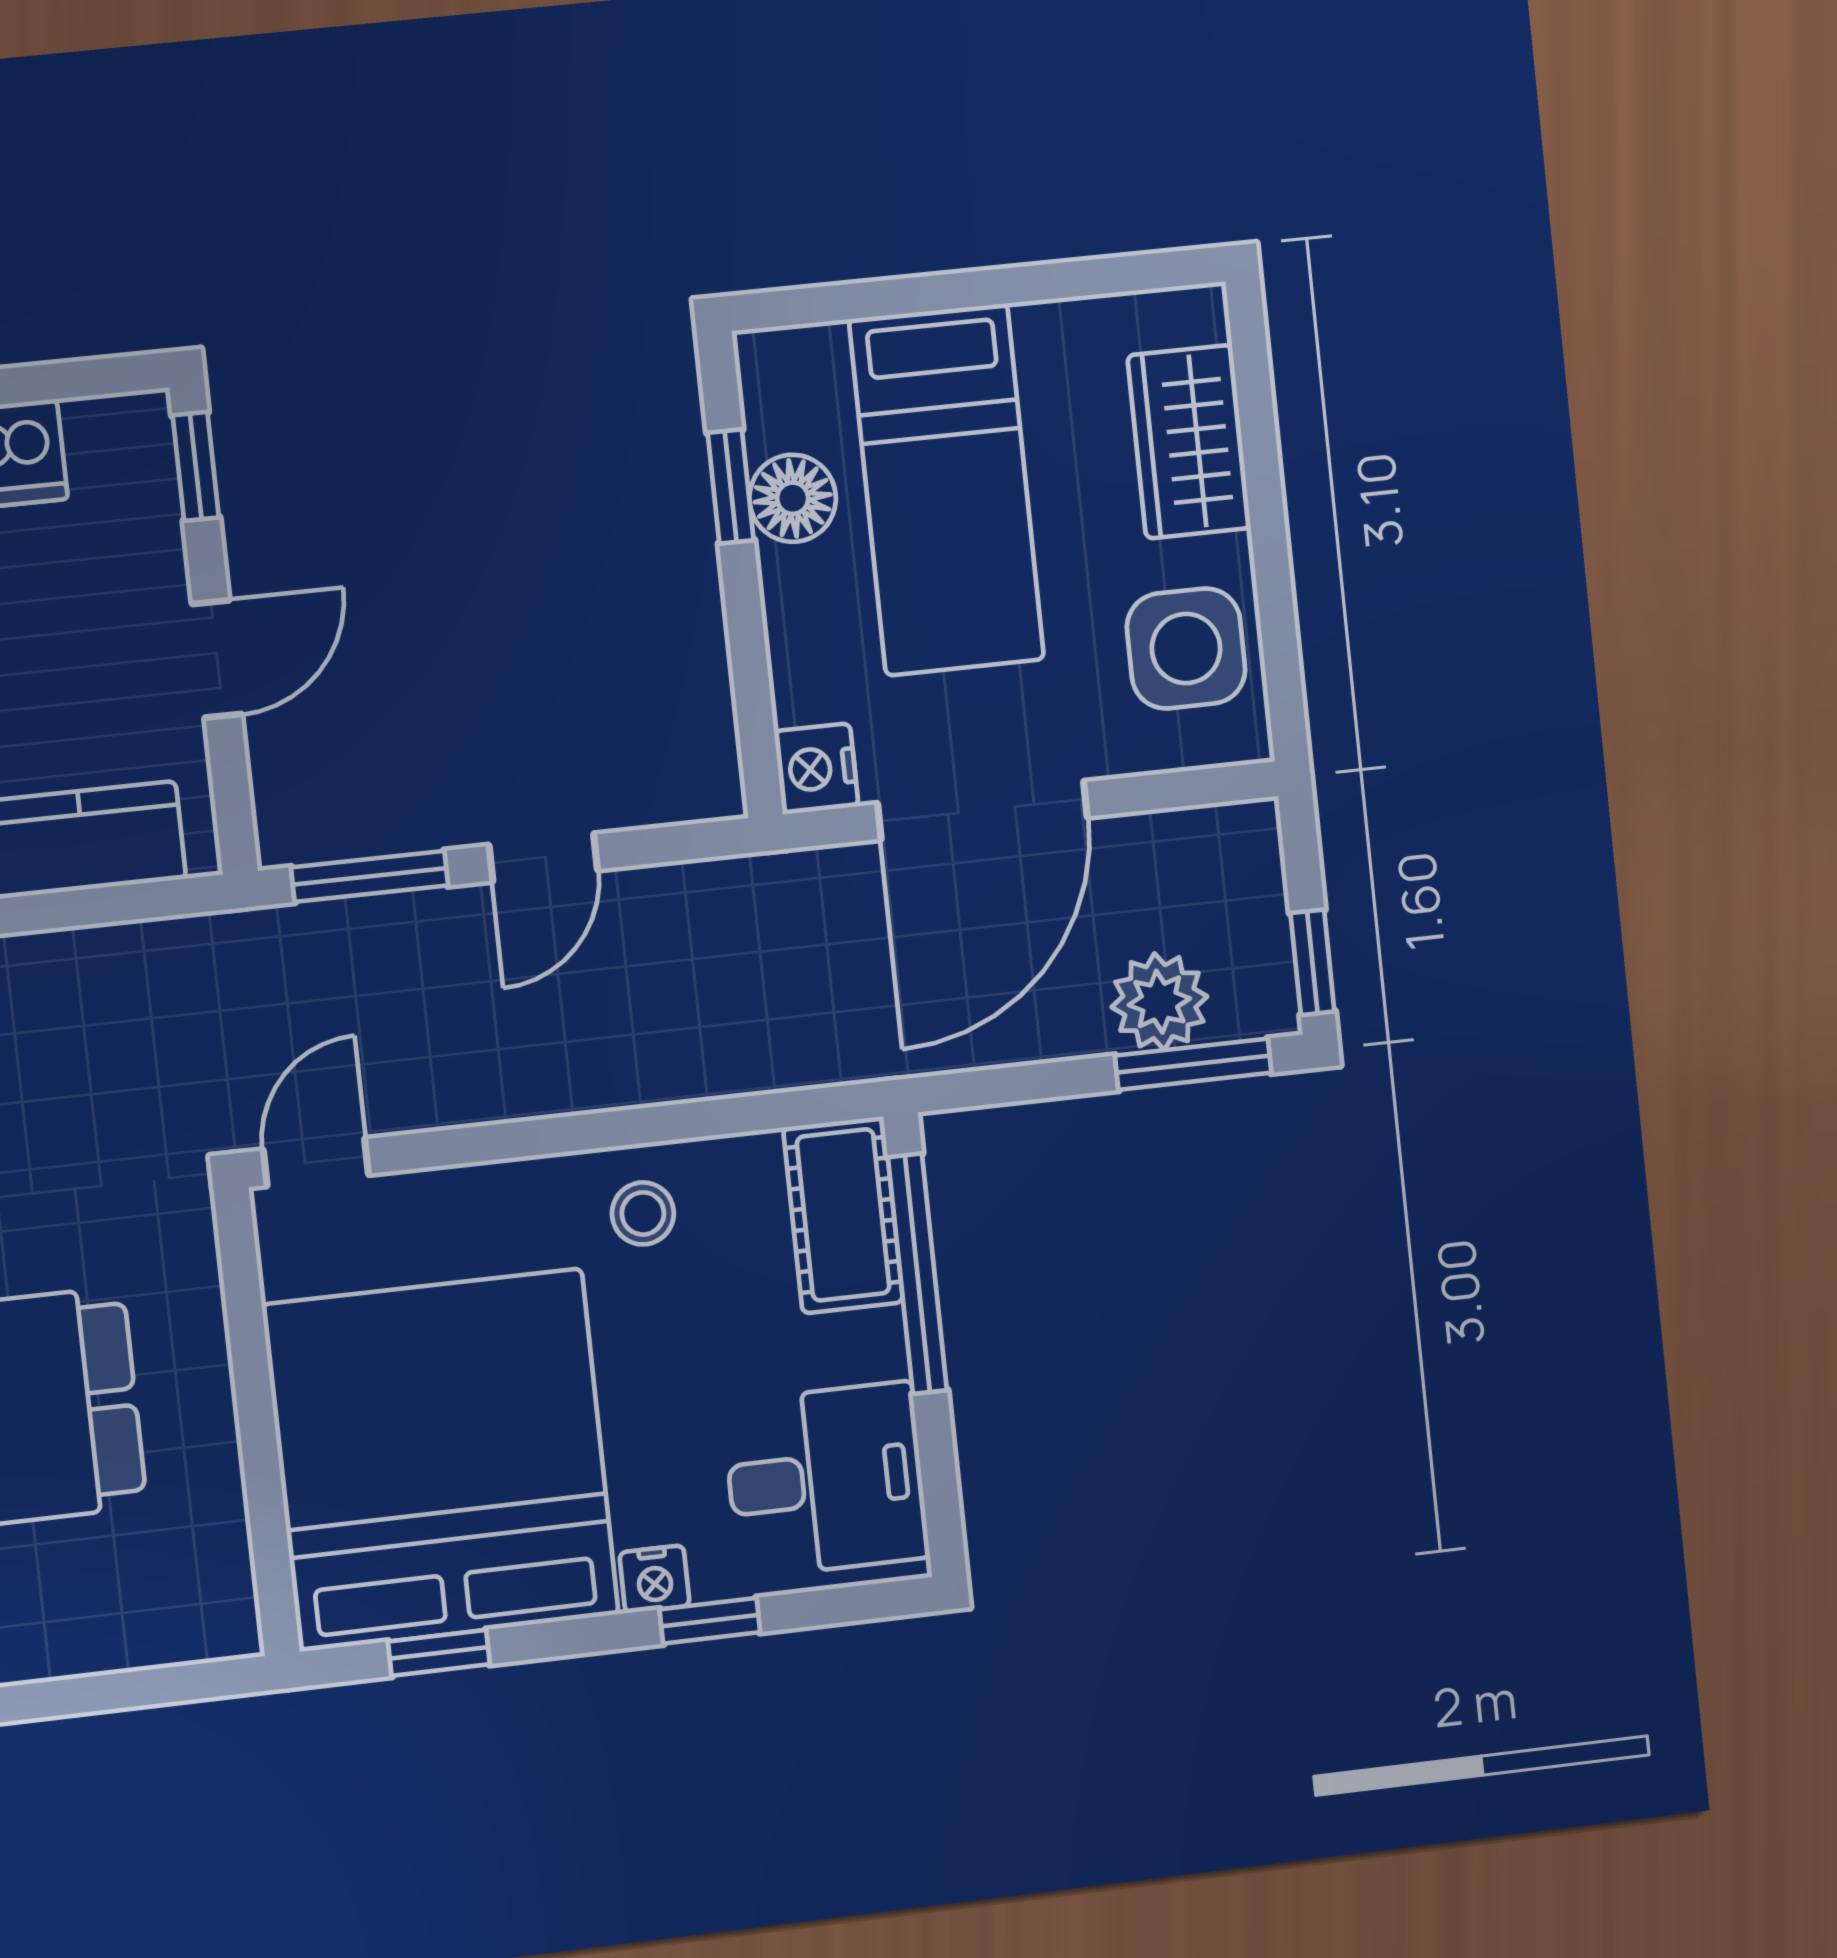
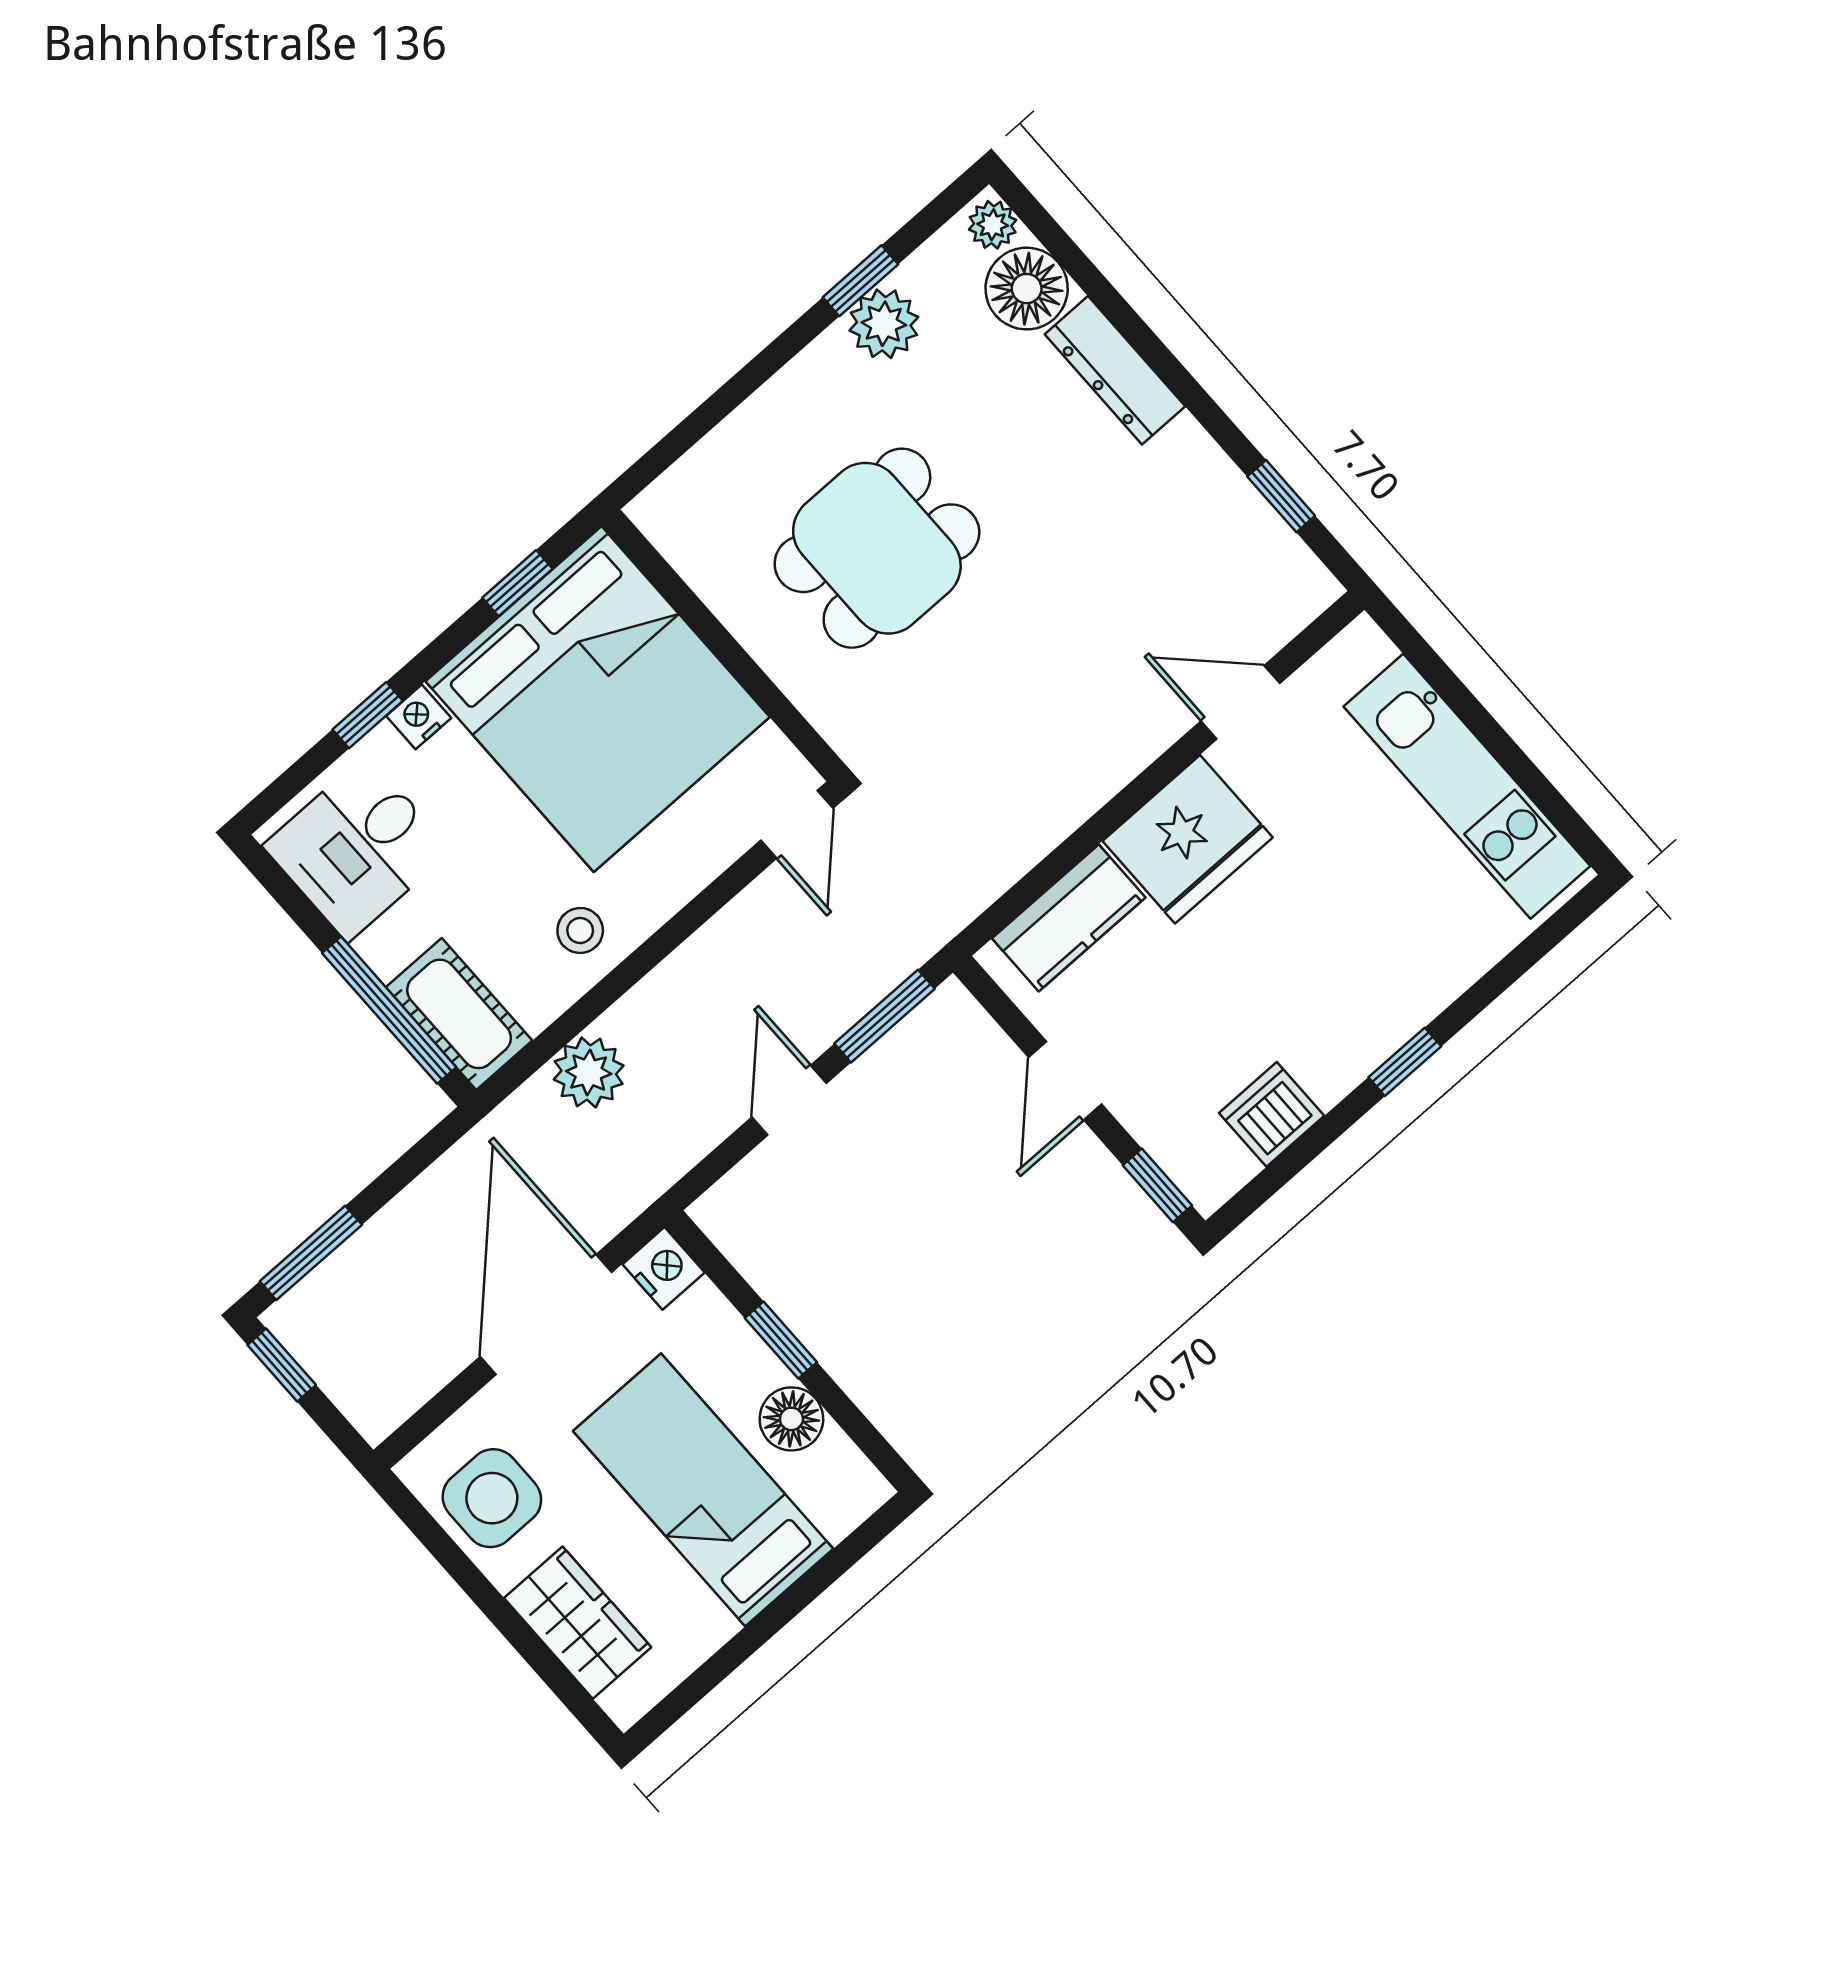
window: (731, 487) -> (781, 1340), moved
plant: (1159, 1002) -> (589, 1072), moved

